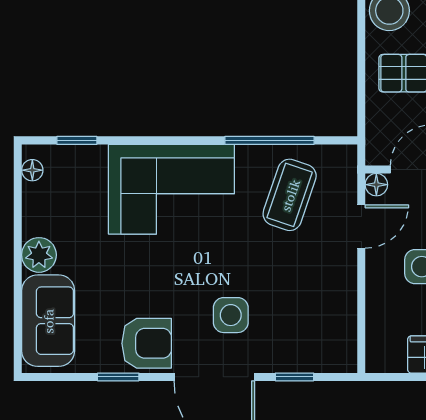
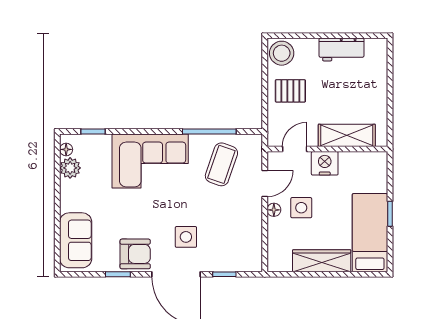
floor lamp: (376, 185) -> (274, 210), moved
plant: (39, 255) -> (70, 168), moved

